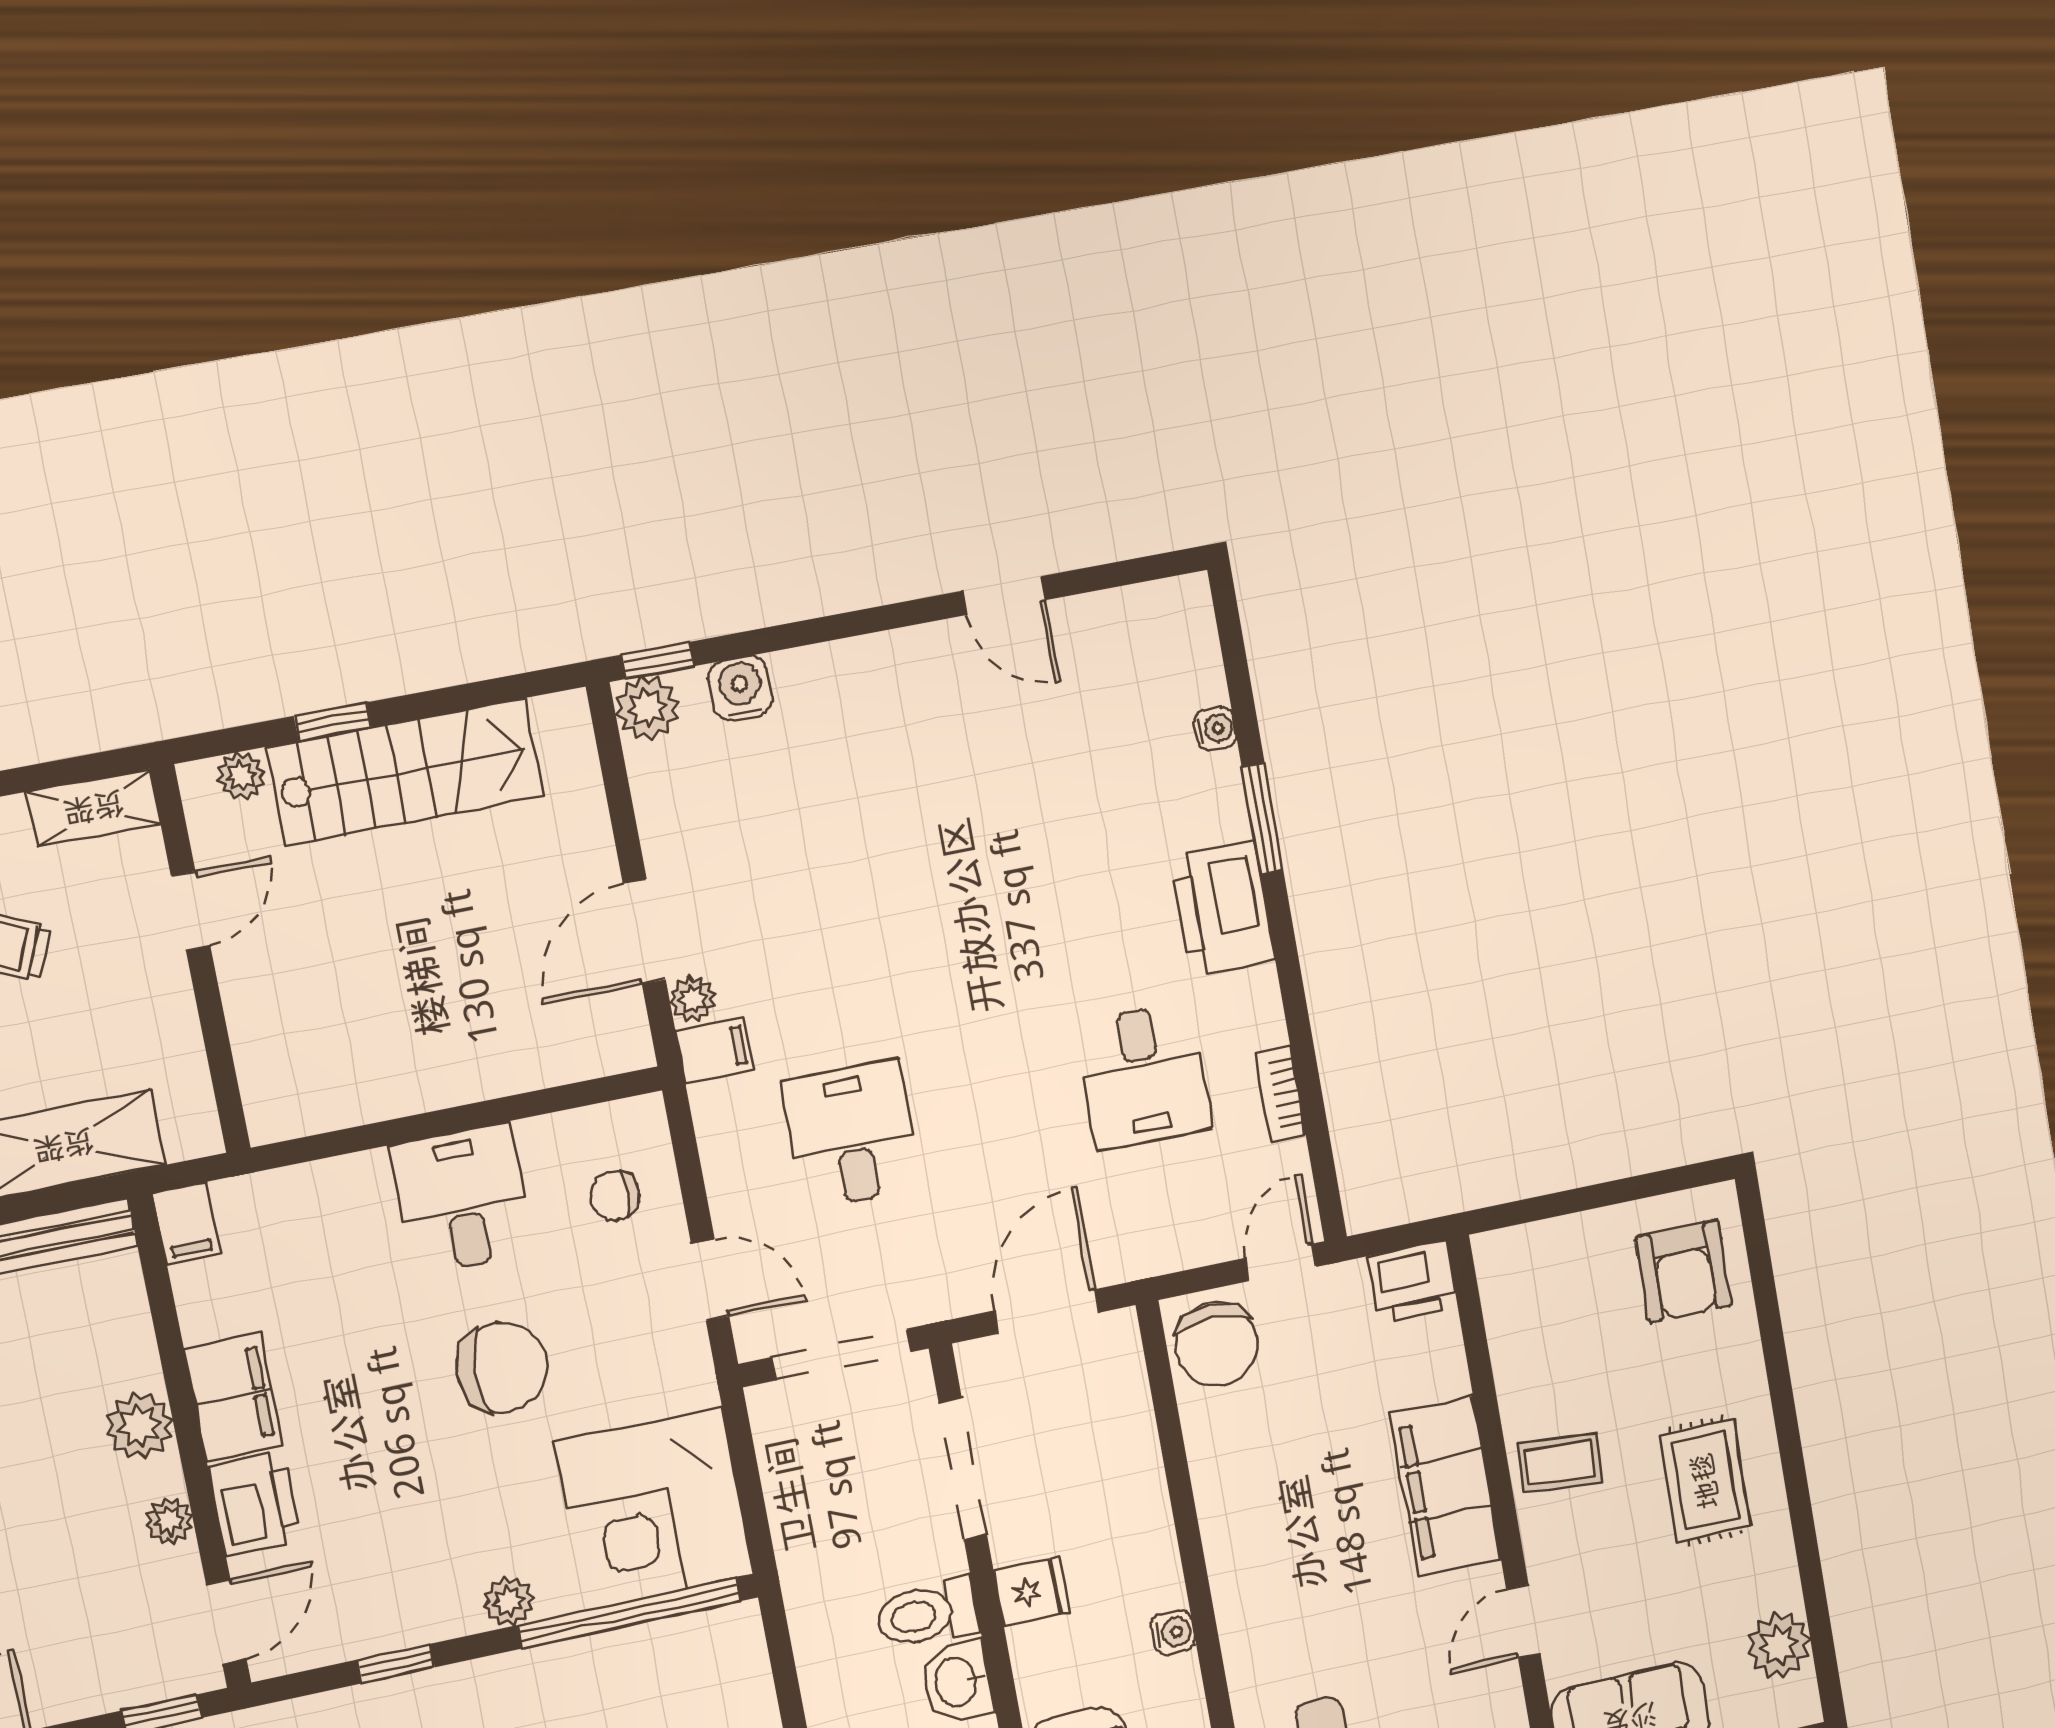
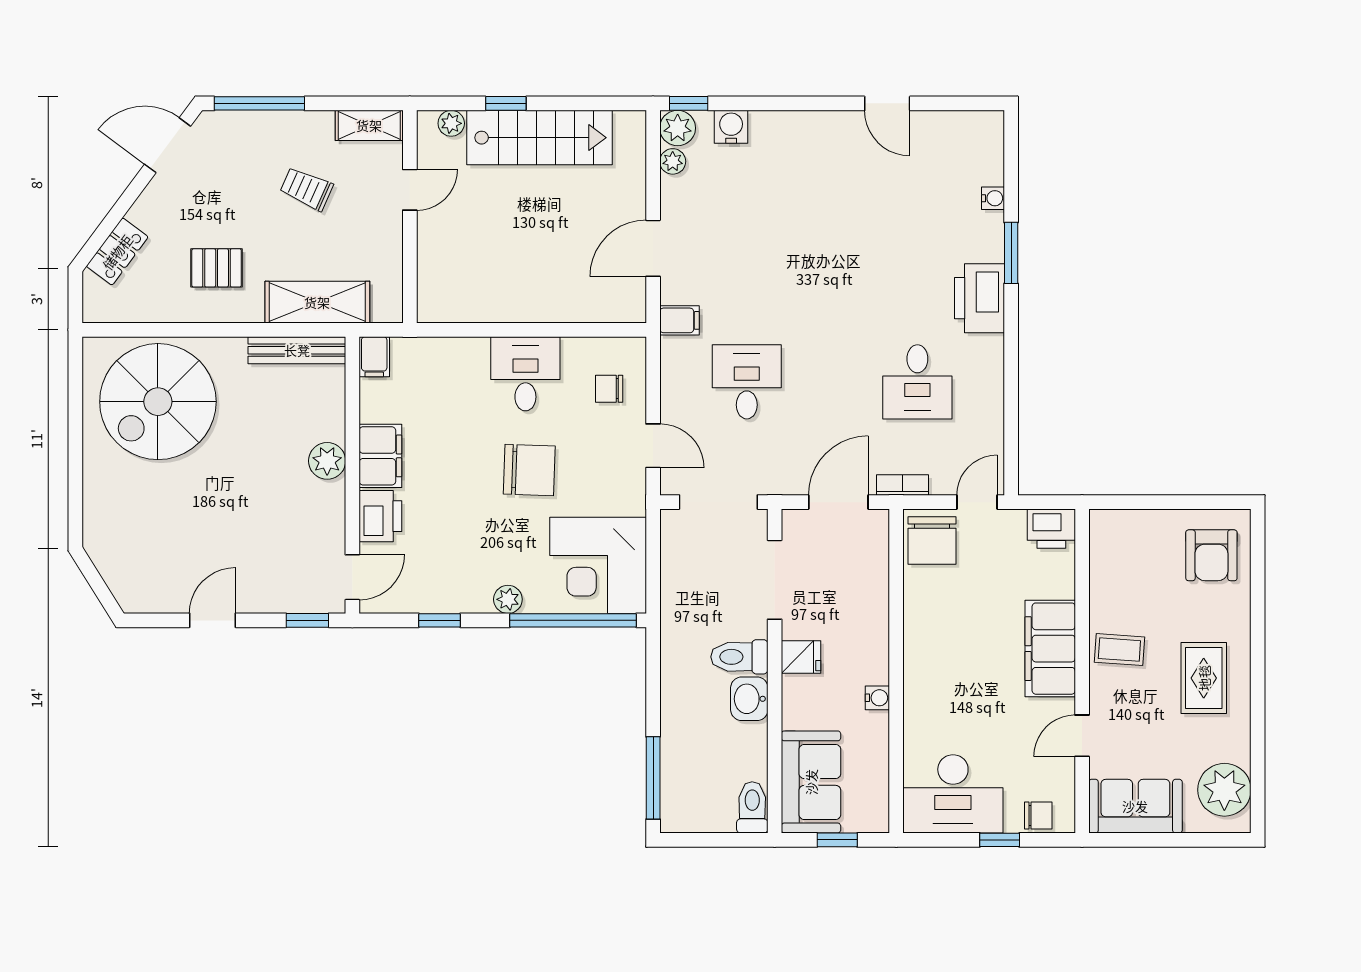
plant: (693, 999) -> (673, 161), moved
bookcase: (1281, 1094) -> (903, 485), moved, turned 90
plant: (169, 1521) -> (333, 516), removed
plant: (1779, 1645) -> (1224, 790), width x1.36, depth x1.36

